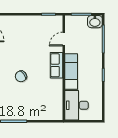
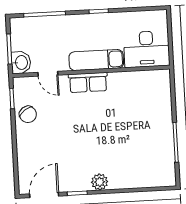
washbasin: (95, 22) -> (21, 63), moved
chair: (21, 76) -> (28, 114), moved

